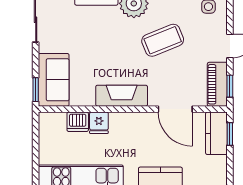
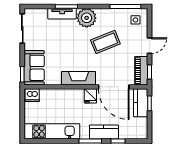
door: (175, 109) -> (114, 87), width x1.36
dishwasher: (78, 122) -> (32, 95), moved
fridge: (99, 123) -> (90, 96), moved

